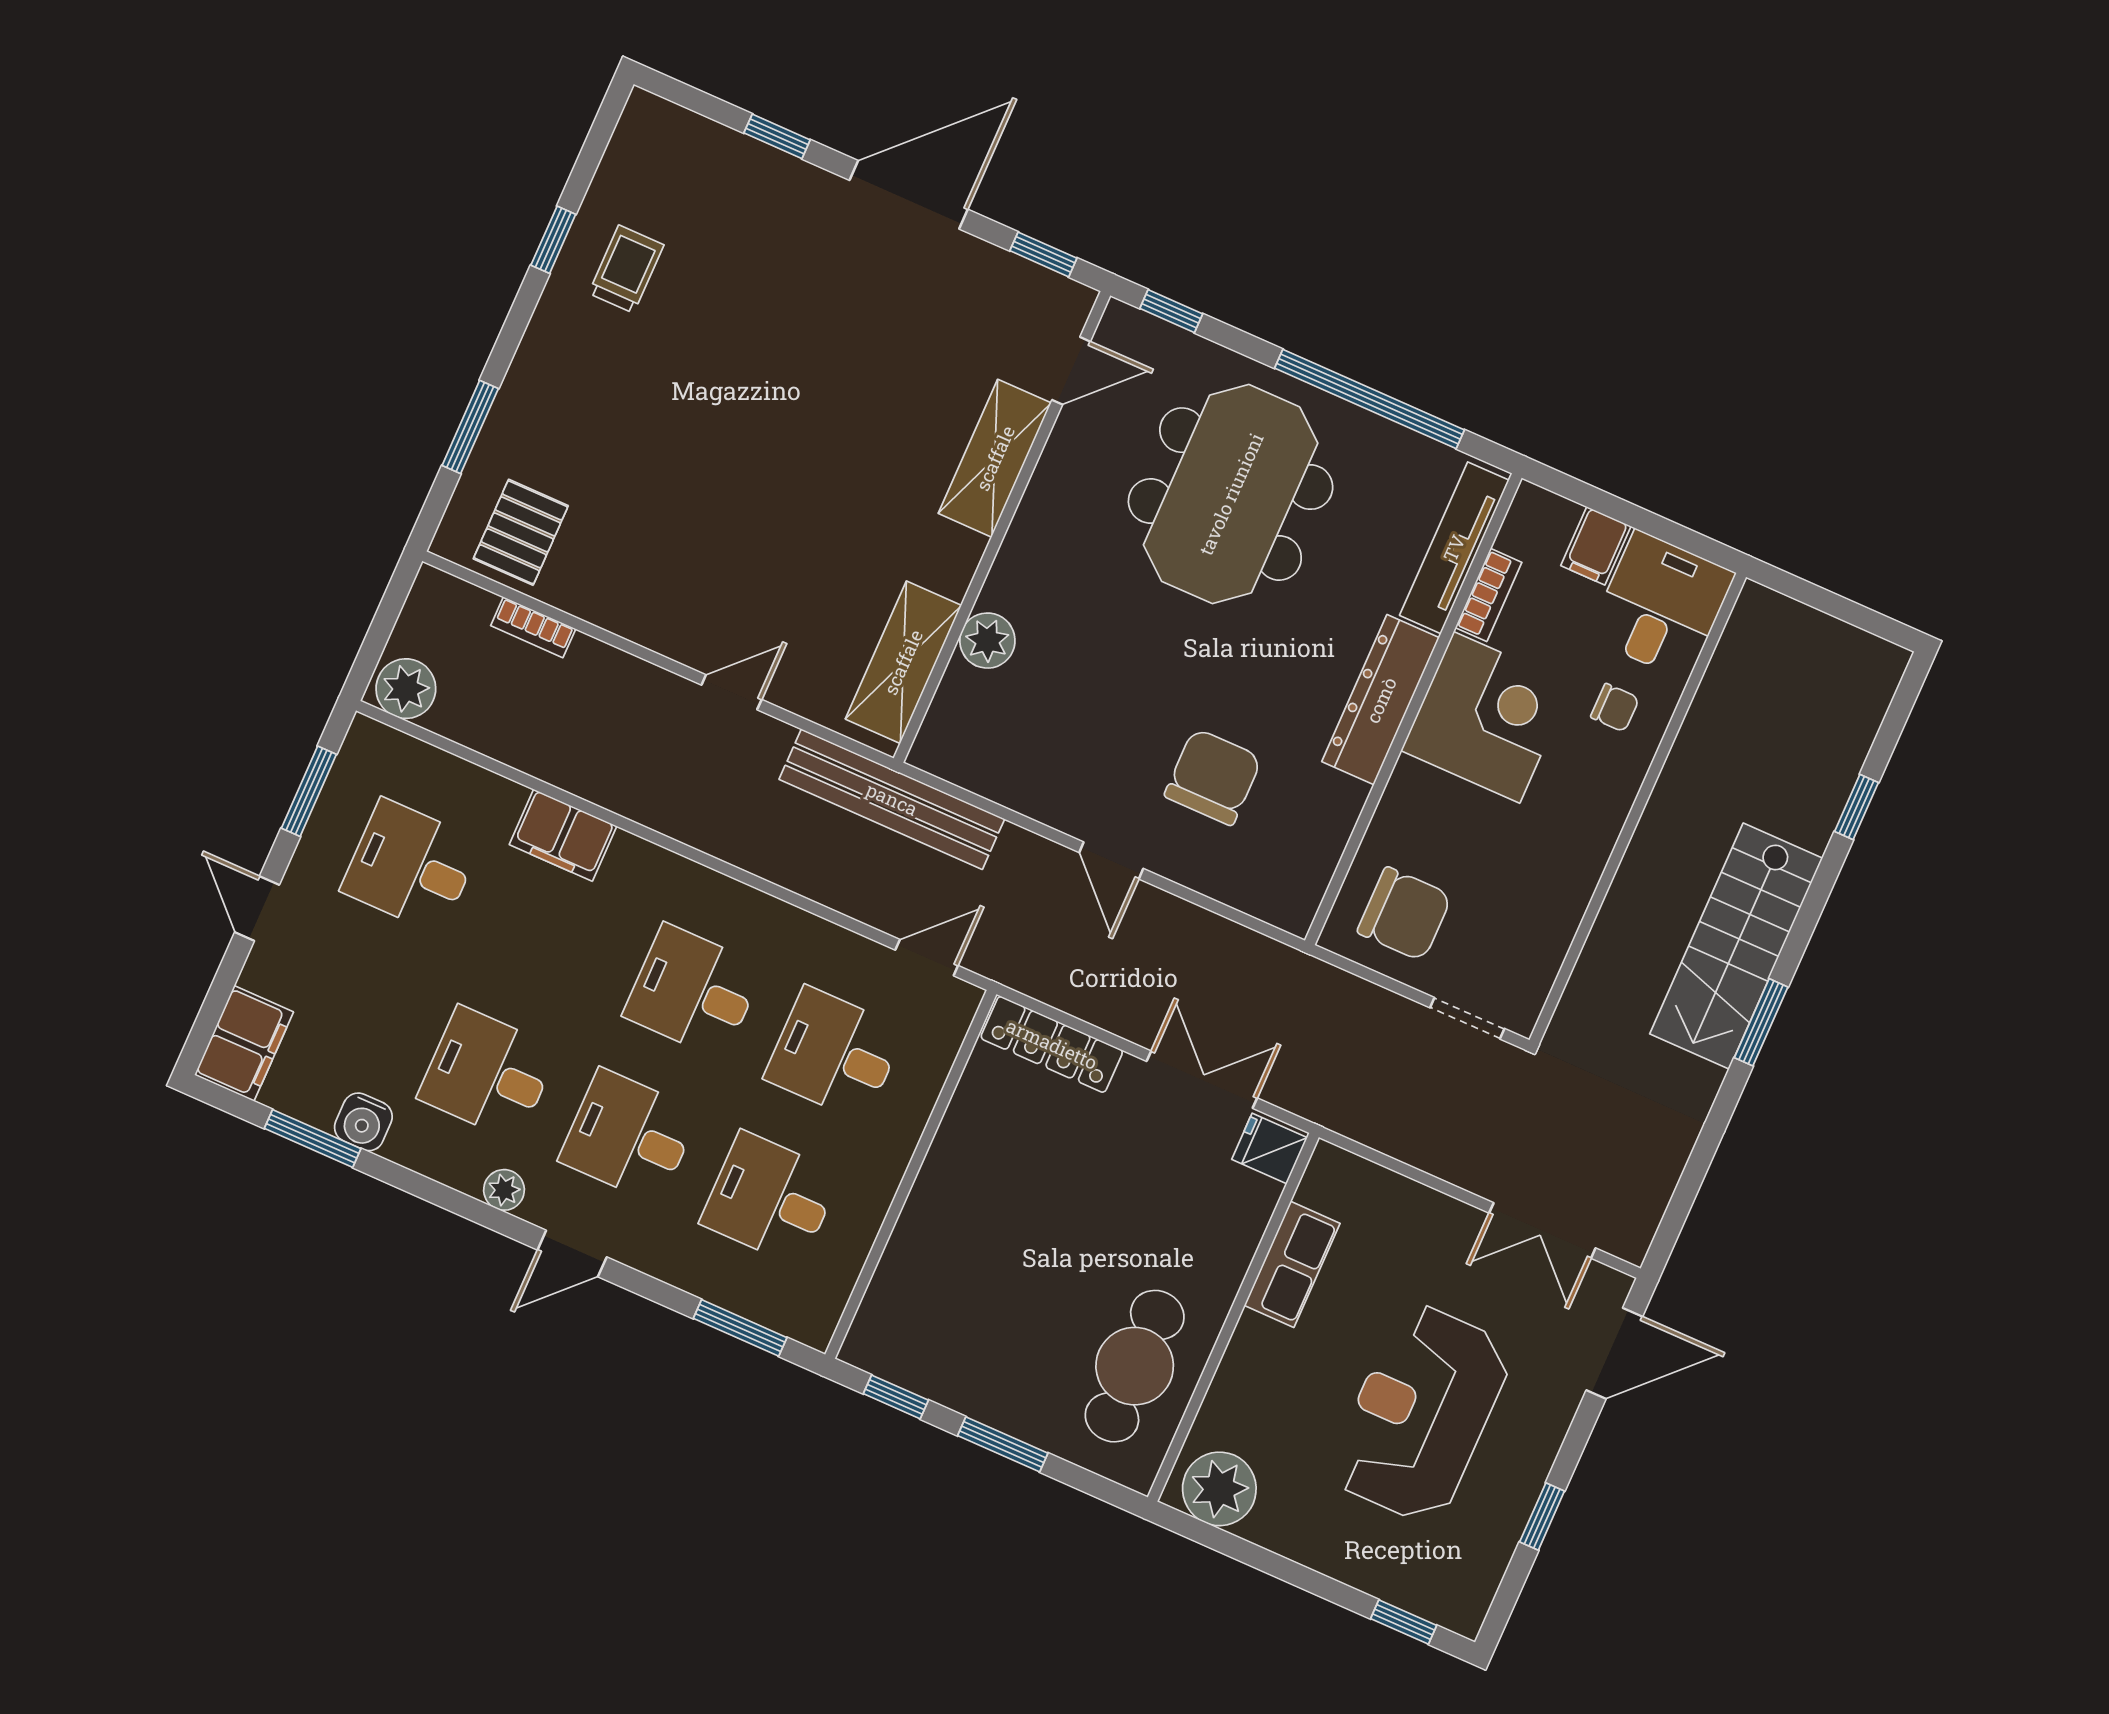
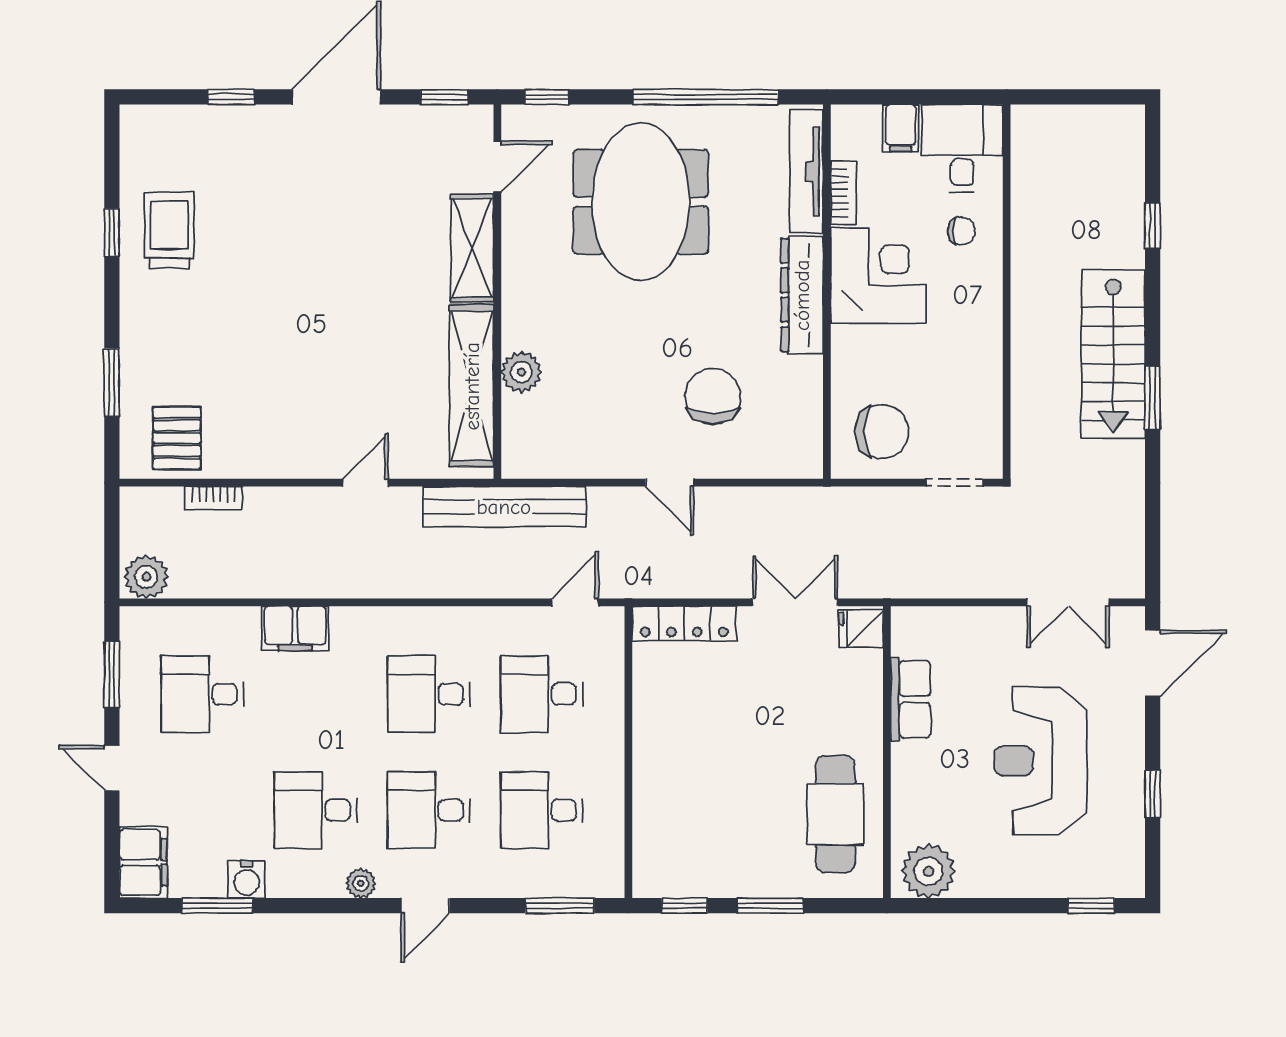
trolley: (626, 269) -> (169, 230), width x1.36, depth x1.39
shelving: (903, 662) -> (472, 386), width x1.47

